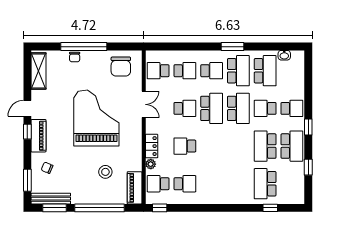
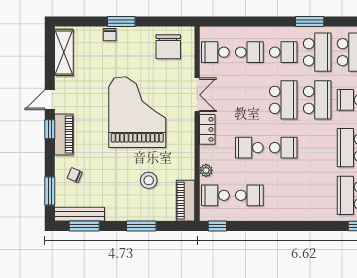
window: (84, 47) -> (121, 21), width x0.47
school desk: (185, 108) -> (283, 148), moved
locker: (152, 146) -> (207, 129), moved
window: (100, 208) -> (141, 226), width x0.47

